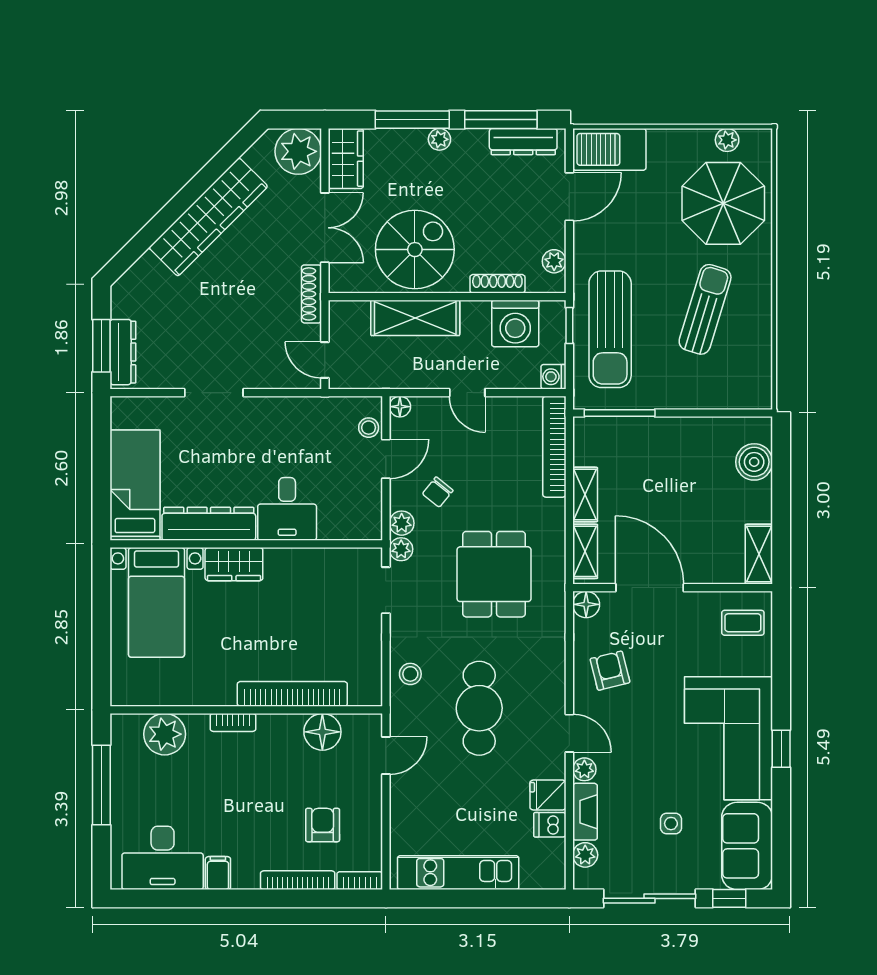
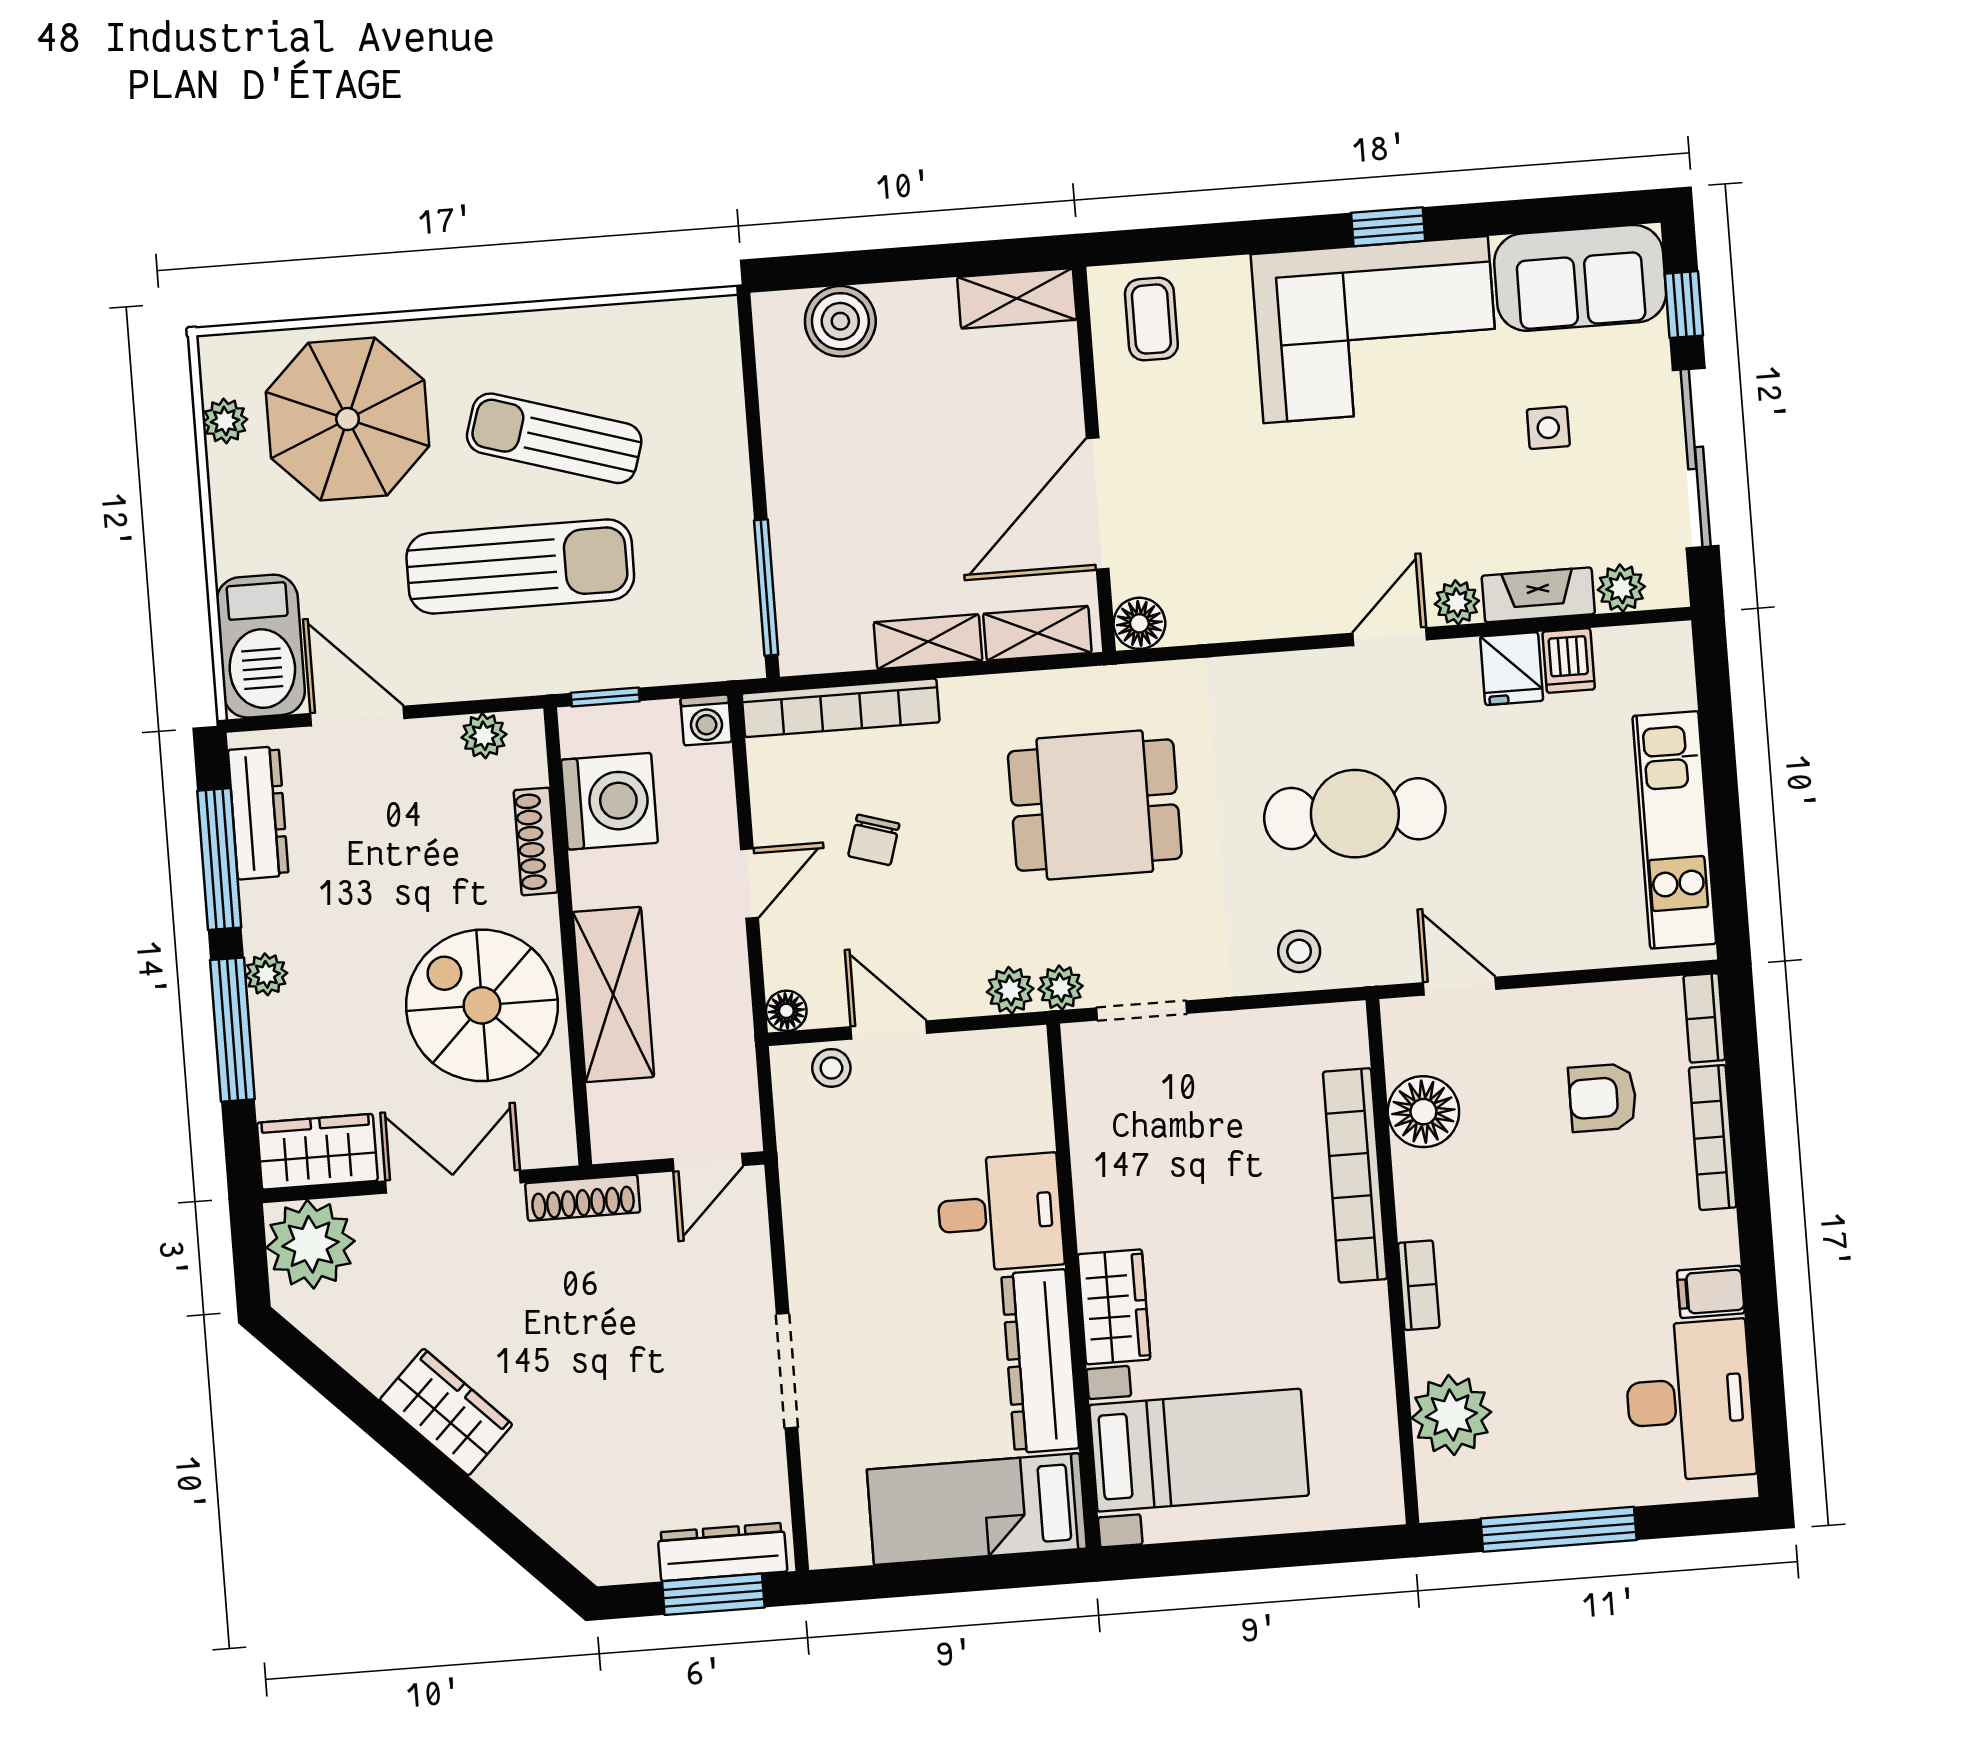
wardrobe: (208, 217) -> (446, 1412), width x0.48, depth x0.85
sun lounger: (610, 329) -> (520, 566), moved
chair: (438, 492) -> (874, 840), moved, turned 68
armchair: (610, 671) -> (1263, 568), removed

